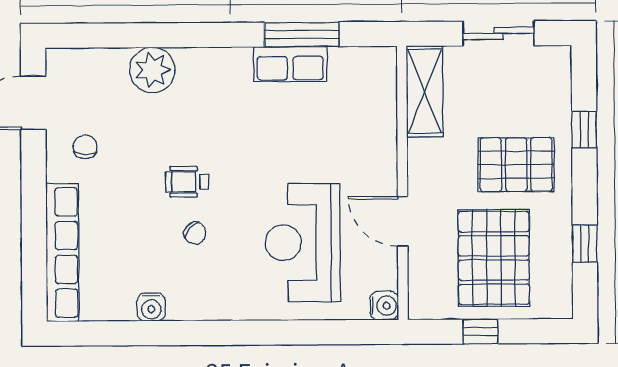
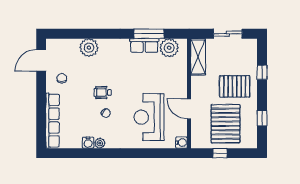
plant: (352, 69) -> (169, 48), added
plant: (181, 308) -> (100, 143), added

